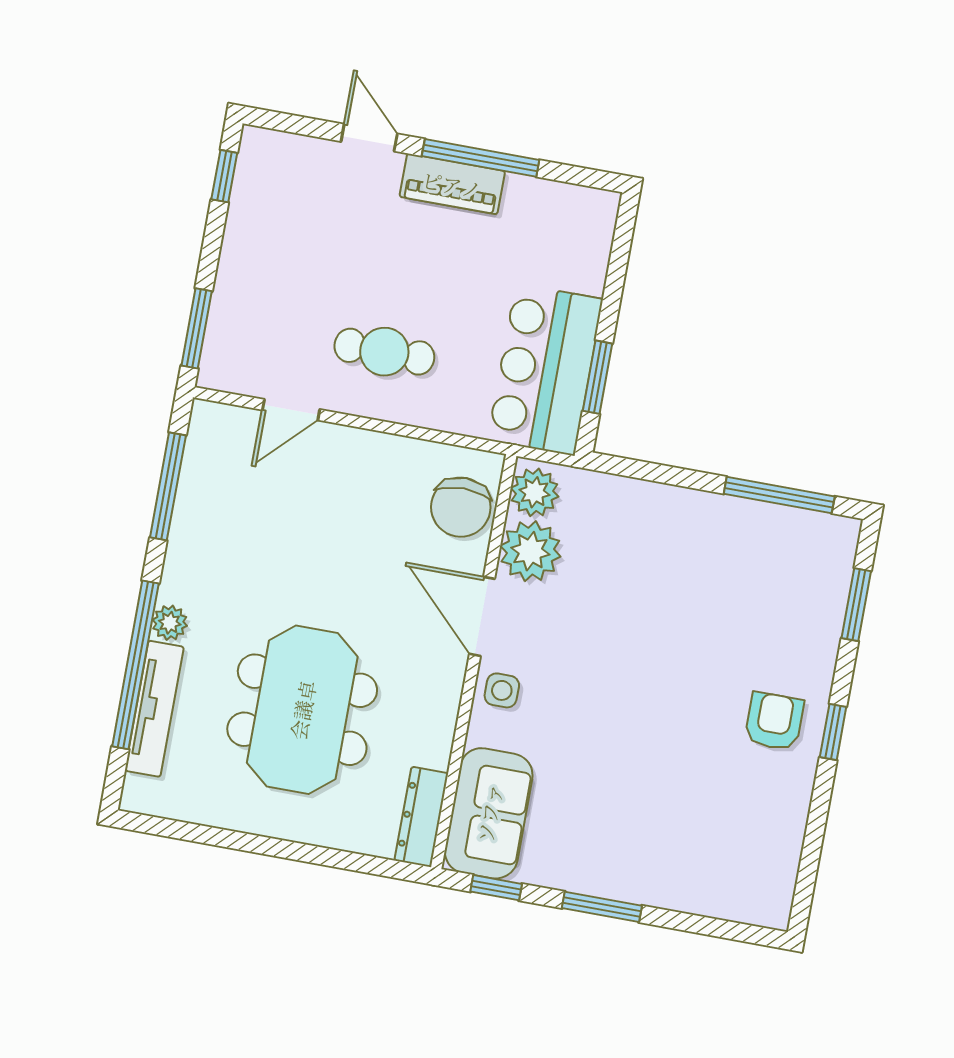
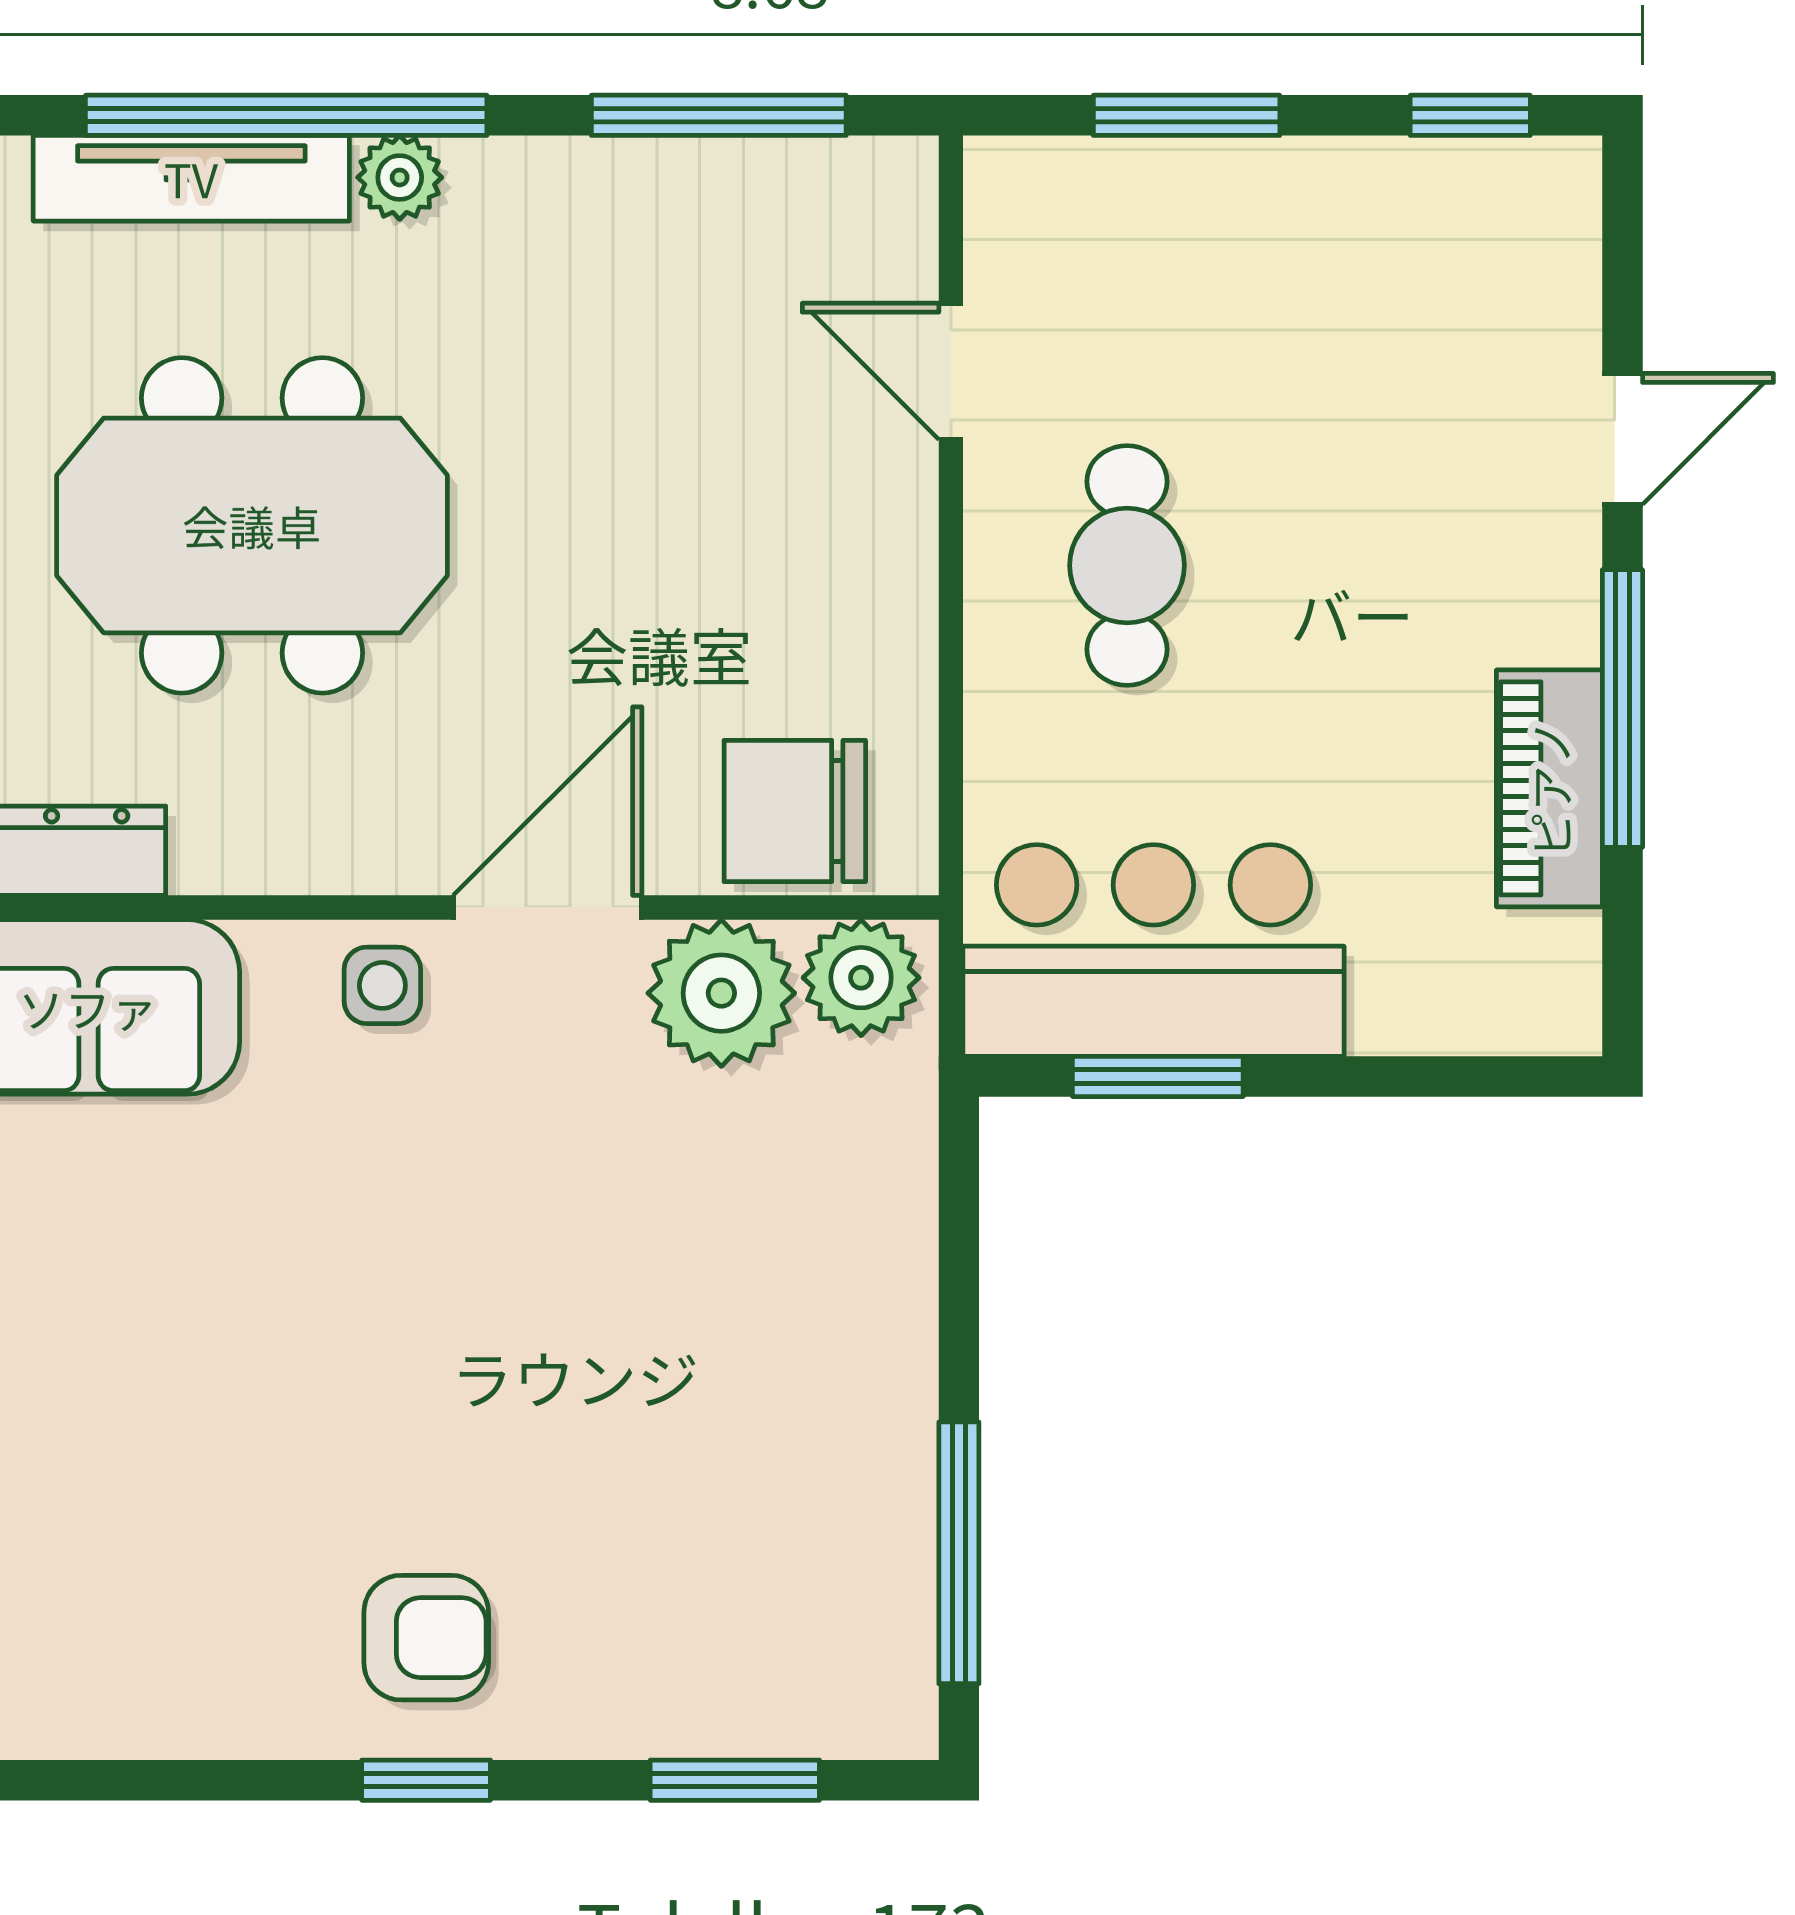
piano: (452, 184) -> (1549, 788), moved
window: (197, 328) -> (1187, 115), moved

